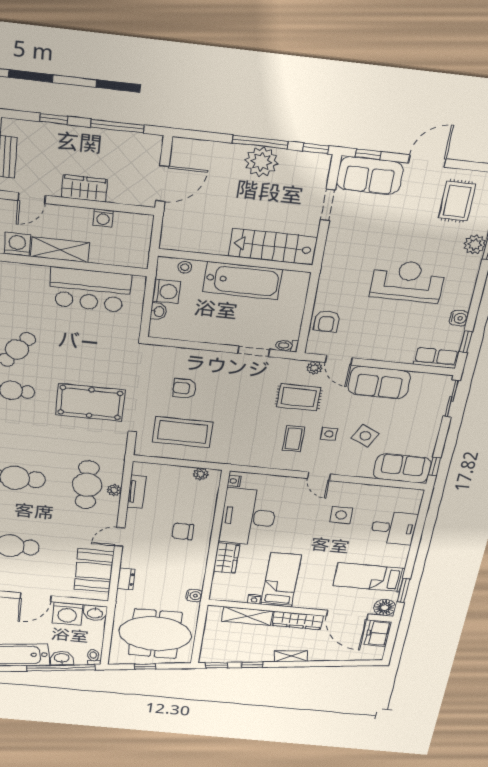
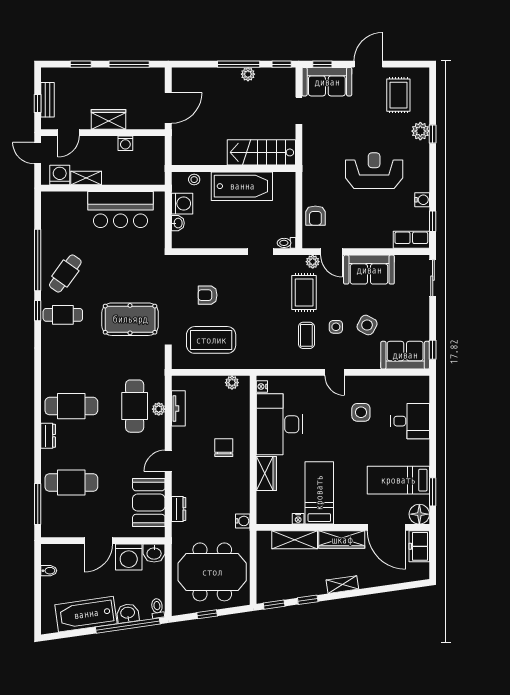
plant: (261, 162) -> (248, 74), width x0.53, depth x0.53
shelving: (60, 250) -> (86, 178), width x0.67, depth x0.75
rug: (299, 397) -> (304, 292), turned 90
chair: (183, 531) -> (224, 448), turned 90

